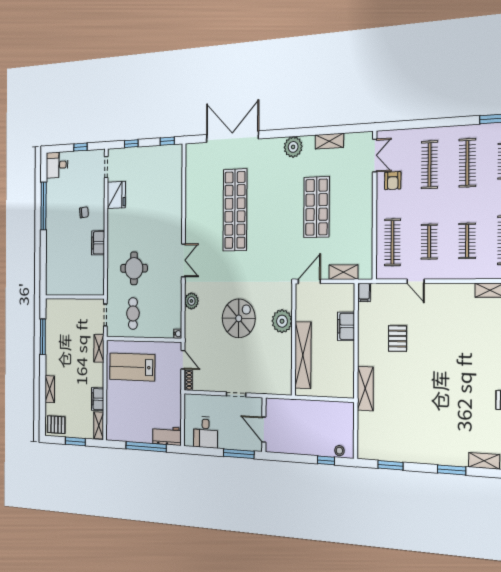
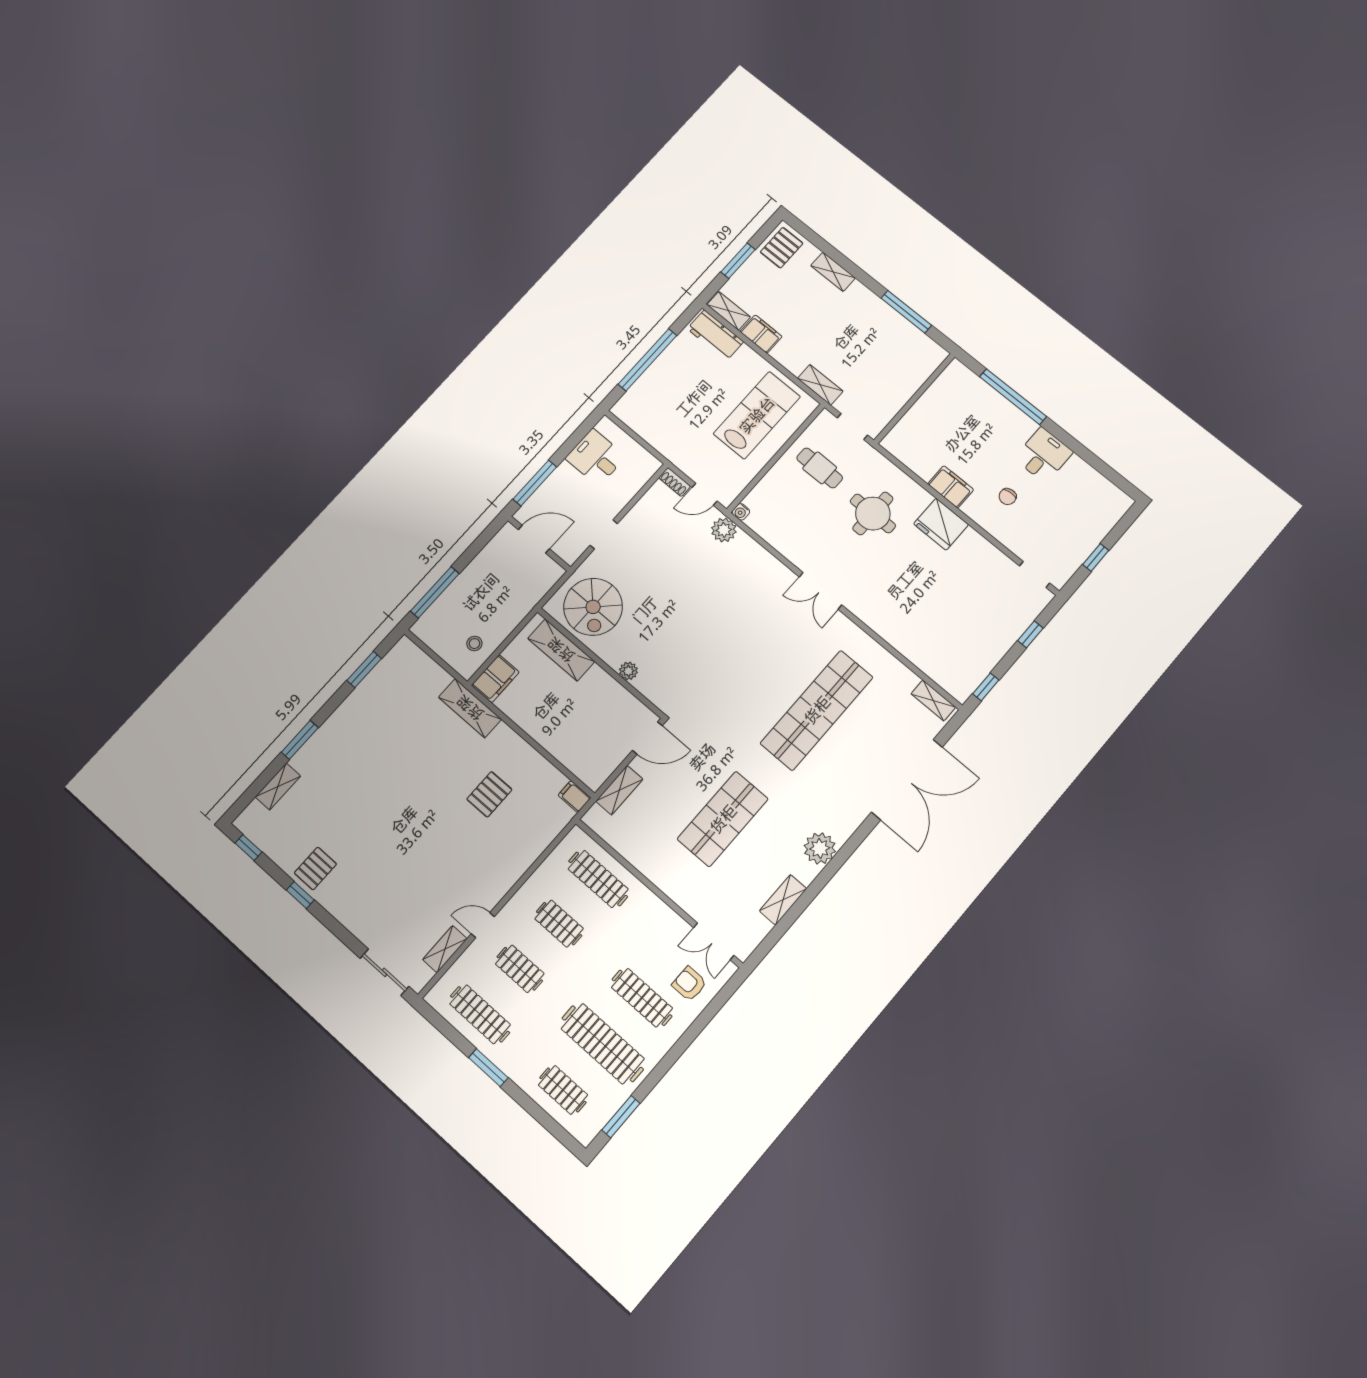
shelving: (190, 159) -> (933, 700), added
clothes rail: (467, 163) -> (603, 1044), width x1.37, depth x1.31
desk: (57, 165) -> (1043, 455), moved
armchair: (393, 181) -> (689, 984), moved
fridge: (116, 195) -> (941, 524), moved
window: (44, 206) -> (1013, 397), moved
shop shelf: (317, 207) -> (723, 819), turned 90
shop shelf: (235, 210) -> (817, 710), turned 90
door: (309, 281) -> (647, 738), hinge flipped
door: (416, 281) -> (483, 925), moved
plant: (191, 301) -> (724, 530), moved
spiral stairs: (239, 318) -> (593, 607), moved
plant: (282, 321) -> (628, 671), width x0.53, depth x0.53
filing cabinet: (346, 326) -> (495, 679), moved, turned 90
pallet: (397, 339) -> (489, 794), turned 90
shelving: (303, 355) -> (561, 650), width x0.68
workbench: (167, 436) -> (715, 335), moved, turned 90
stool: (339, 451) -> (474, 644), moved
window: (326, 460) -> (435, 592), width x2.17

